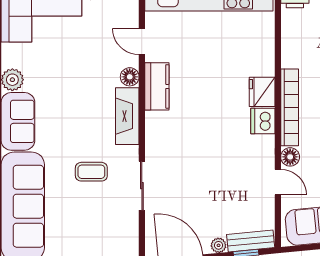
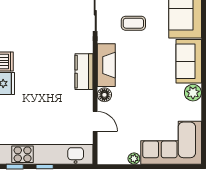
kitchen counter: (157, 86) -> (84, 72), moved

